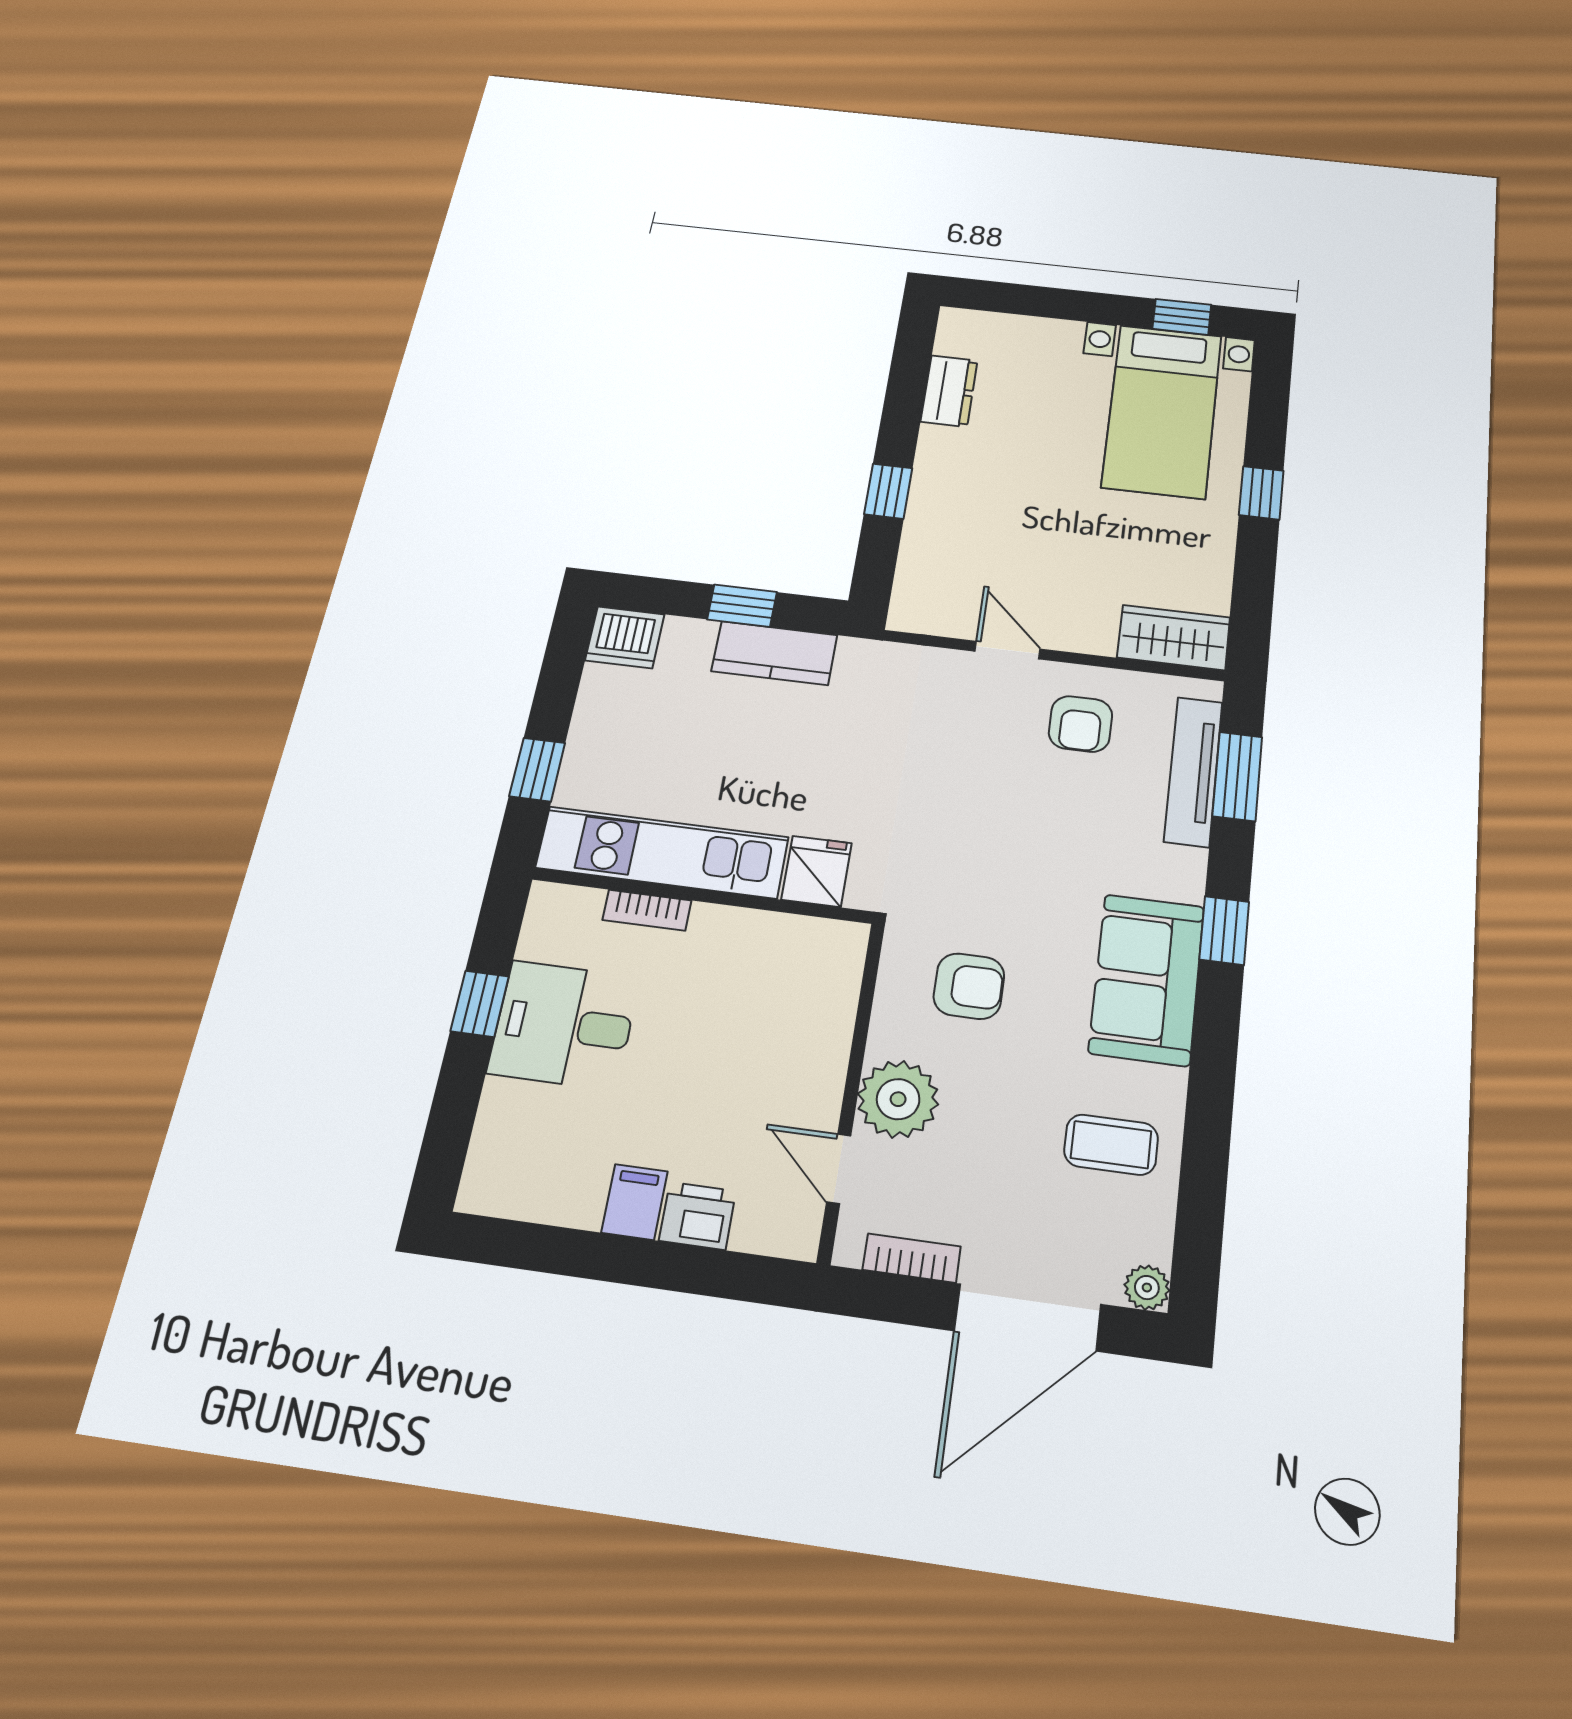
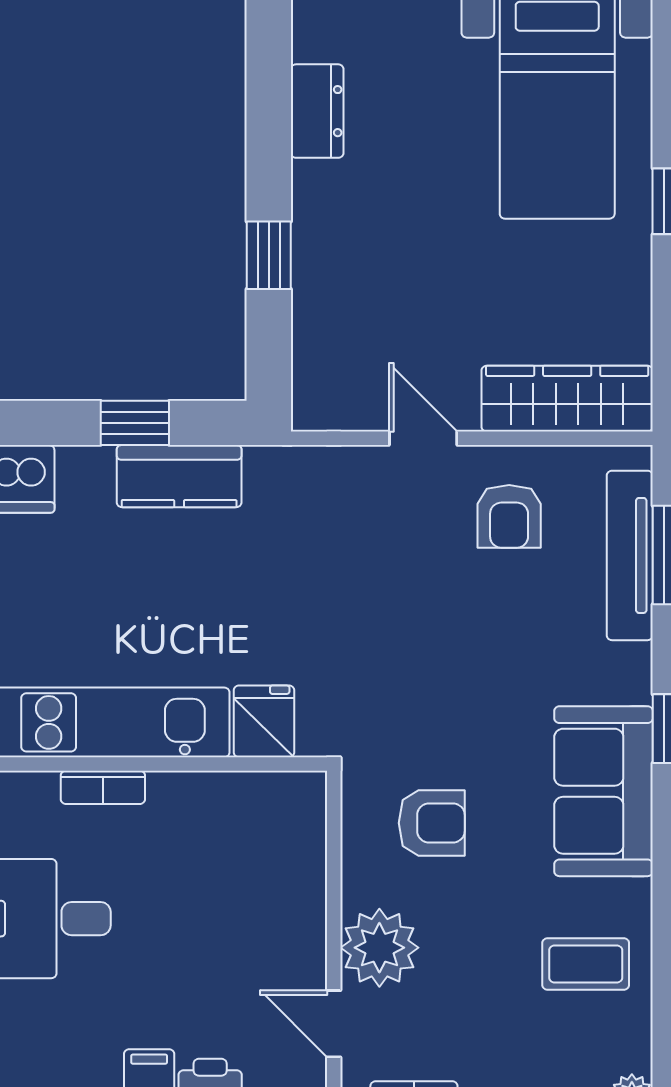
wardrobe: (1174, 637) -> (567, 399), width x1.50

